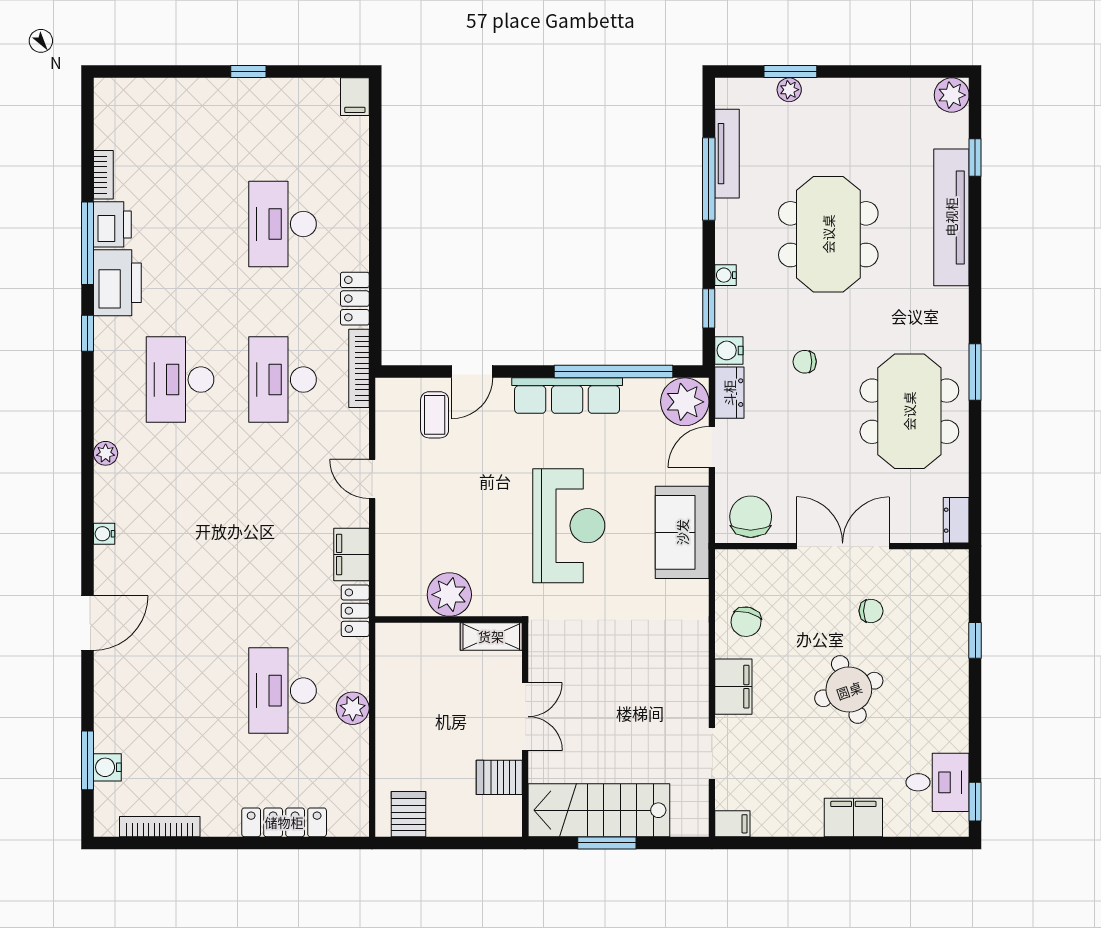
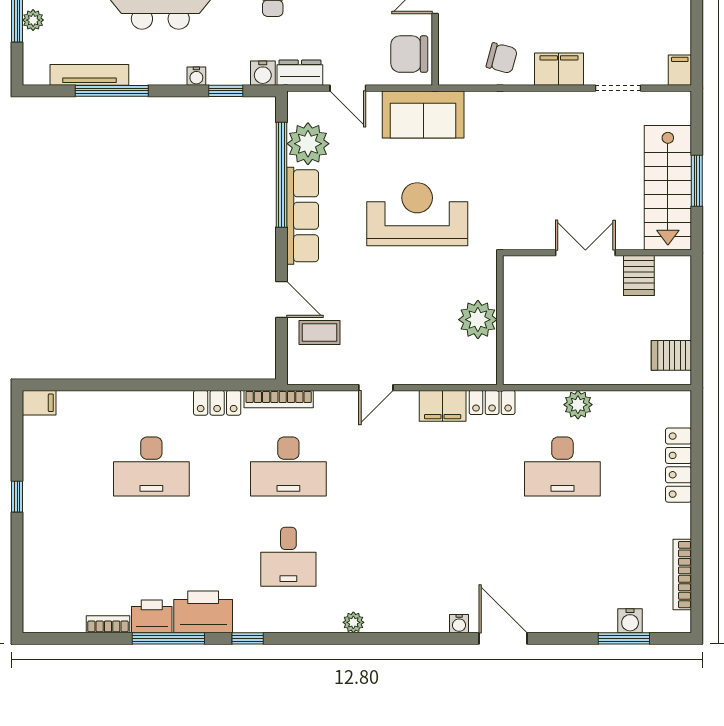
desk: (180, 380) -> (288, 557), width x0.73
plant: (685, 402) -> (308, 144), moved
water cooler: (104, 534) -> (459, 624), moved
shelving: (491, 636) -> (515, 283), removed

